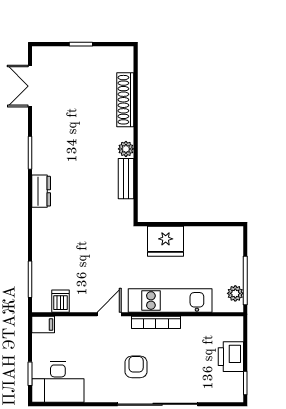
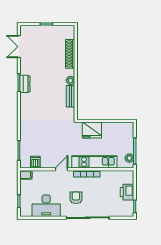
dresser: (41, 191) -> (25, 84), moved
desk: (58, 382) -> (46, 206), moved

